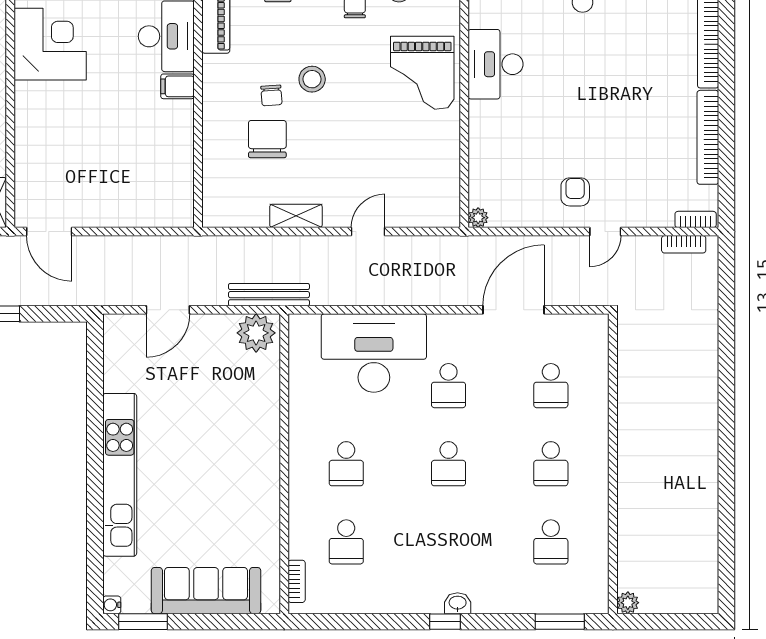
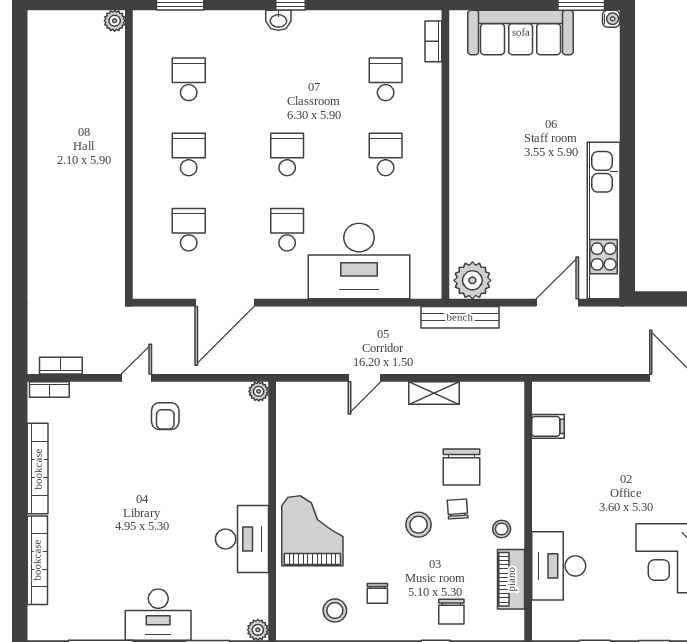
stool: (226, 75) -> (502, 529), added
filing cabinet: (177, 86) -> (548, 426), moved
kitchen unit: (120, 475) -> (604, 220), moved

